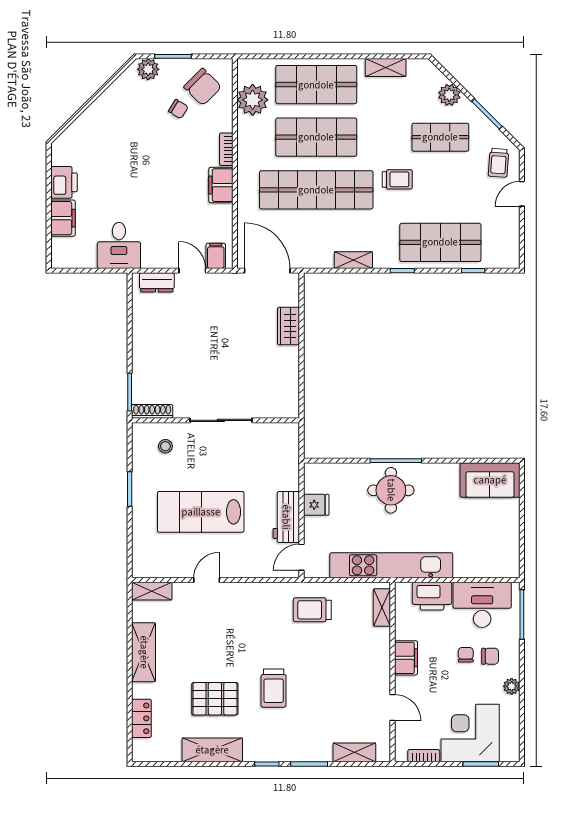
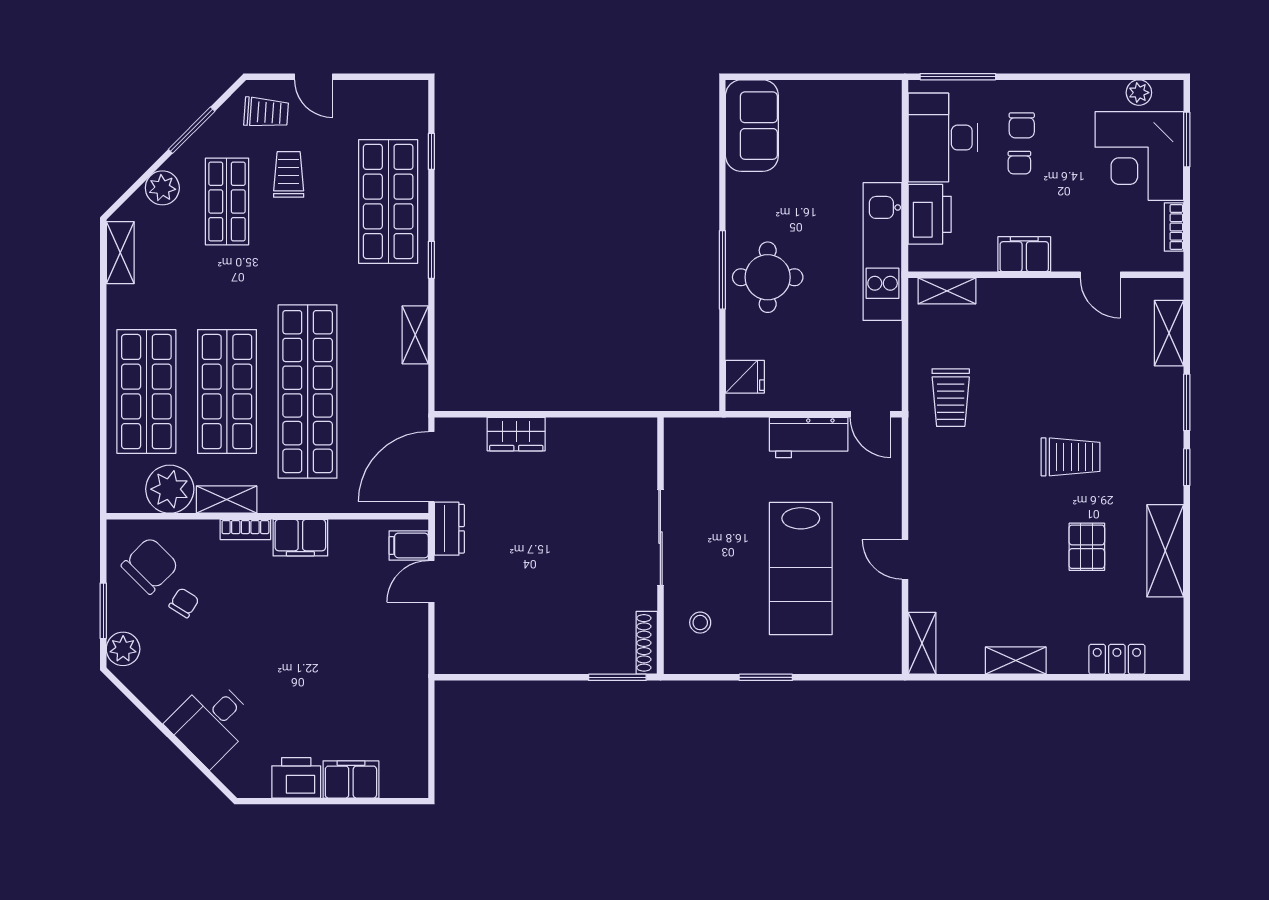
shelving: (386, 67) -> (120, 253), moved
shelving: (246, 137) -> (227, 500), added
trolley: (397, 179) -> (289, 174), moved
desk: (119, 245) -> (211, 722), moved, turned 135
dresser: (157, 282) -> (449, 529), moved
fridge: (316, 505) -> (745, 377), moved, turned 90
kitchen unit: (391, 565) -> (883, 252), width x0.73
shelving: (144, 652) -> (1016, 661), width x0.67, depth x0.75
chair: (466, 655) -> (1019, 163), turned -90
chair: (490, 656) -> (1022, 125), turned 180
plant: (512, 686) -> (1139, 93), moved
pallet: (215, 699) -> (1087, 547), width x0.67, depth x0.71
door: (392, 708) -> (1100, 275), swing flipped

